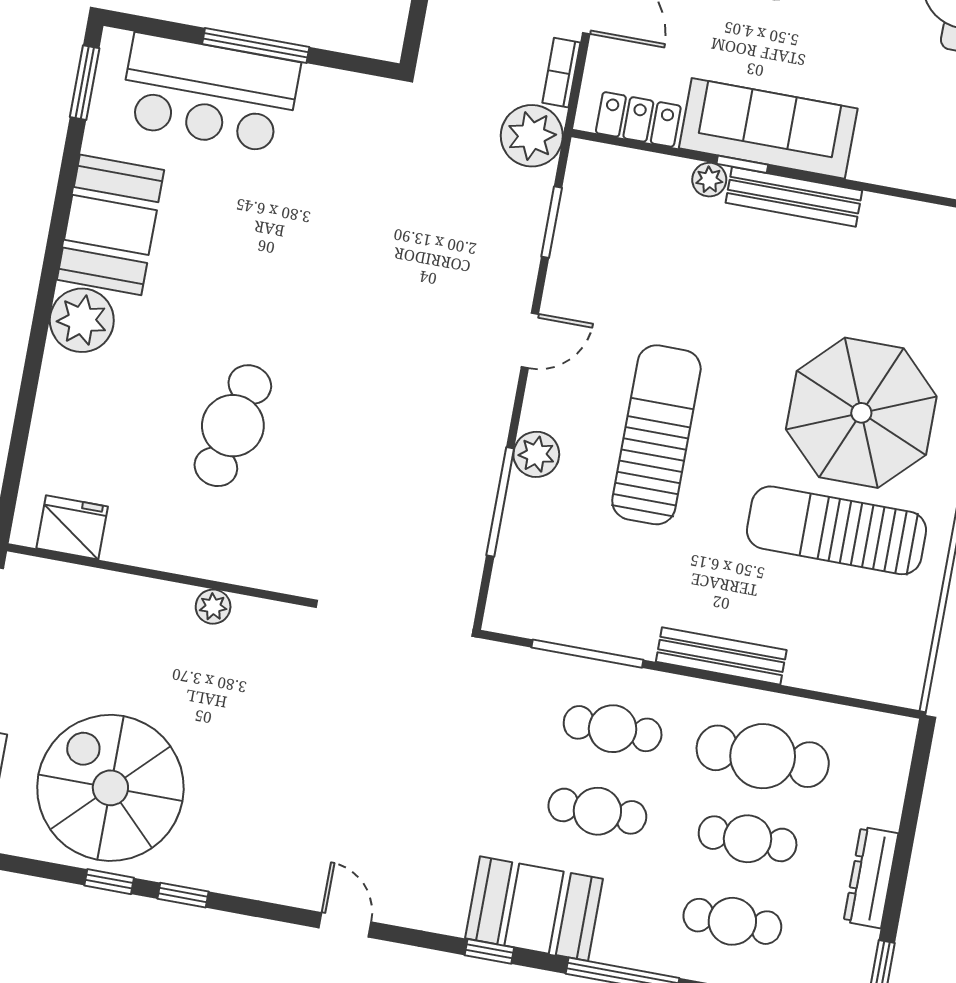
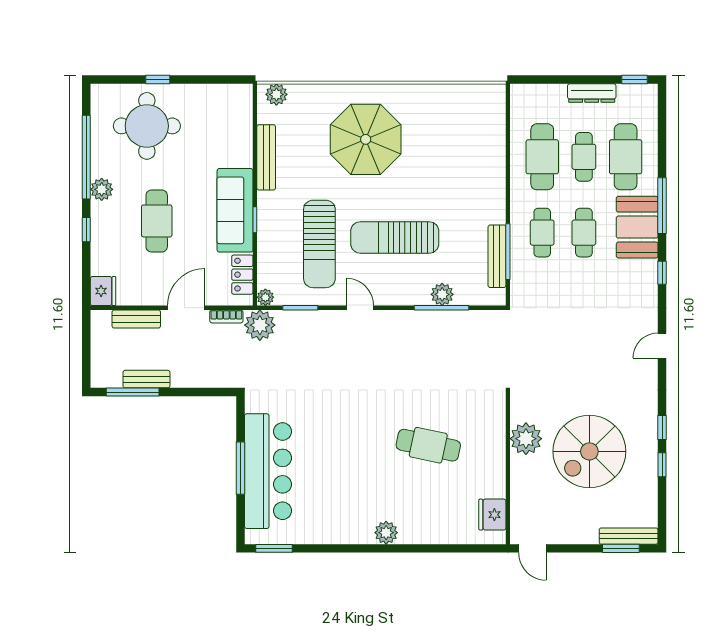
bar counter: (209, 93) -> (268, 471), width x1.36
plant: (709, 180) -> (265, 297), moved
bench: (794, 197) -> (266, 157), moved
booth: (110, 225) -> (341, 523), removed
plant: (82, 320) -> (386, 533), width x0.73, depth x0.73
plant: (536, 454) -> (442, 294), moved
sun lounger: (837, 530) -> (319, 244), moved
plant: (213, 607) -> (526, 439), width x1.87, depth x1.87
bench: (721, 656) -> (497, 256), moved
spiral stairs: (110, 788) -> (589, 451), moved
booth: (534, 909) -> (637, 227), moved
cafe table: (732, 921) -> (626, 157), width x1.37, depth x1.35

